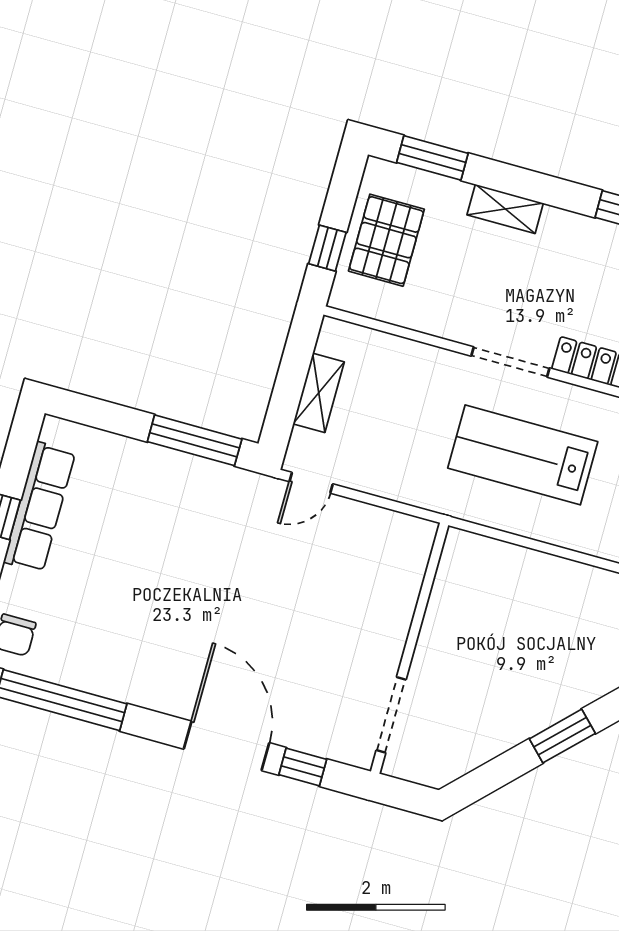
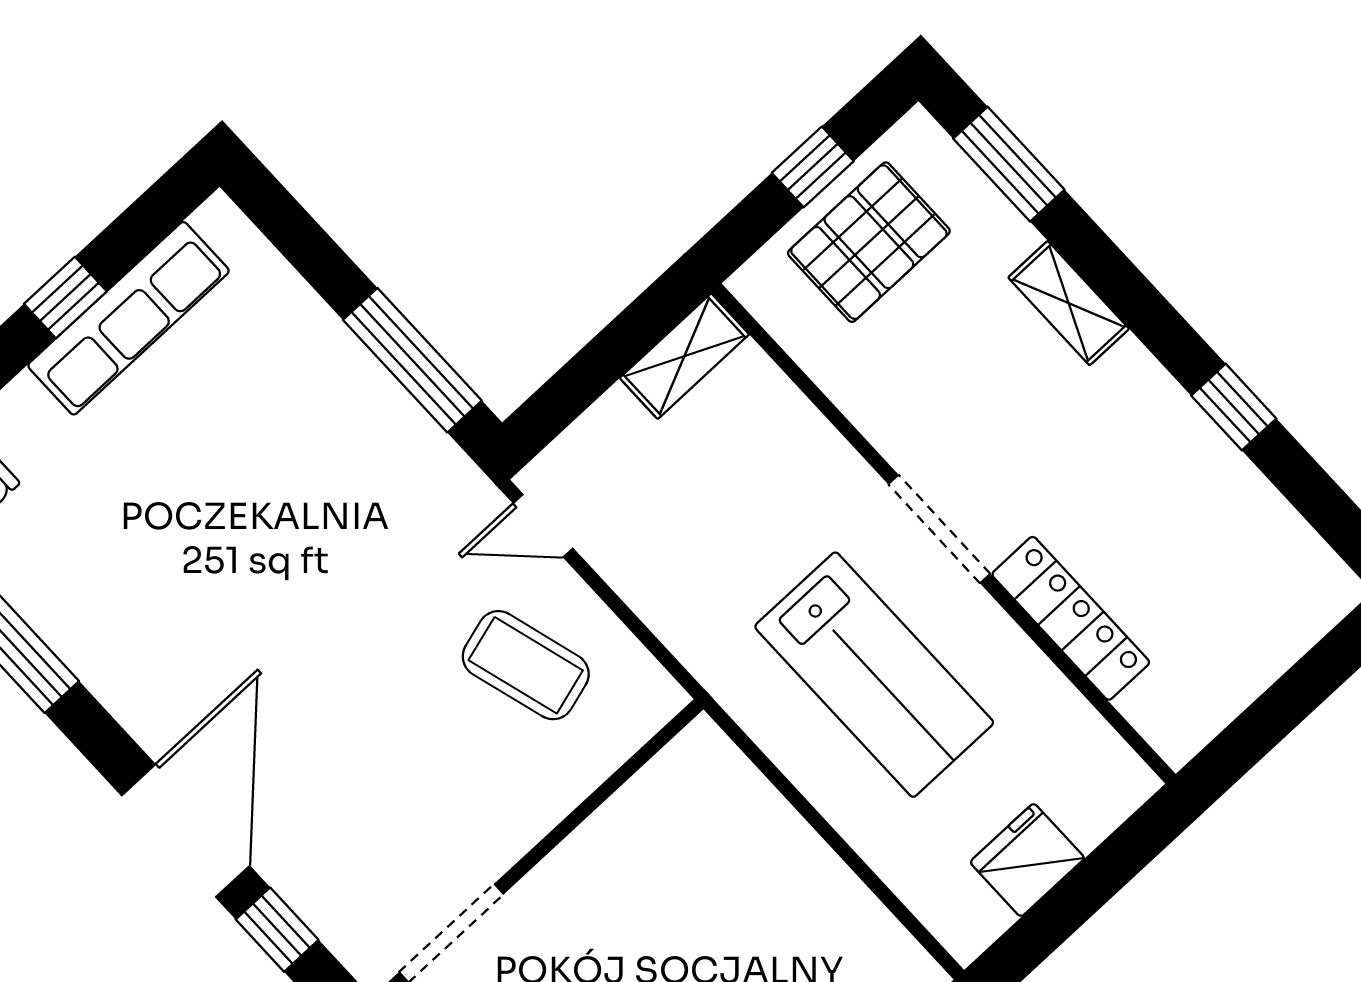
window: (327, 248) -> (813, 167), moved
shelving: (319, 393) -> (684, 356), moved
lab bench: (523, 455) -> (874, 675), turned 180
coffee table: (345, 558) -> (526, 665), added

